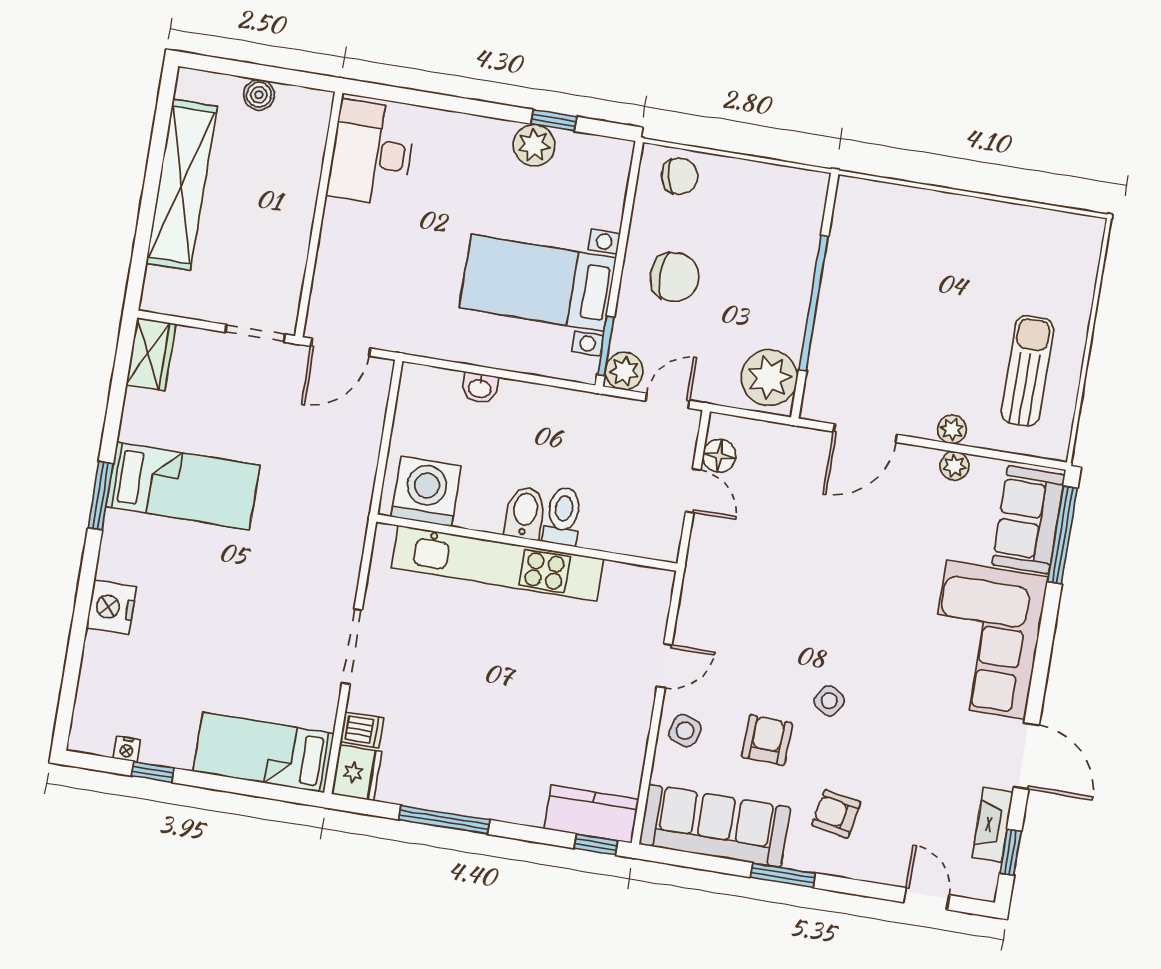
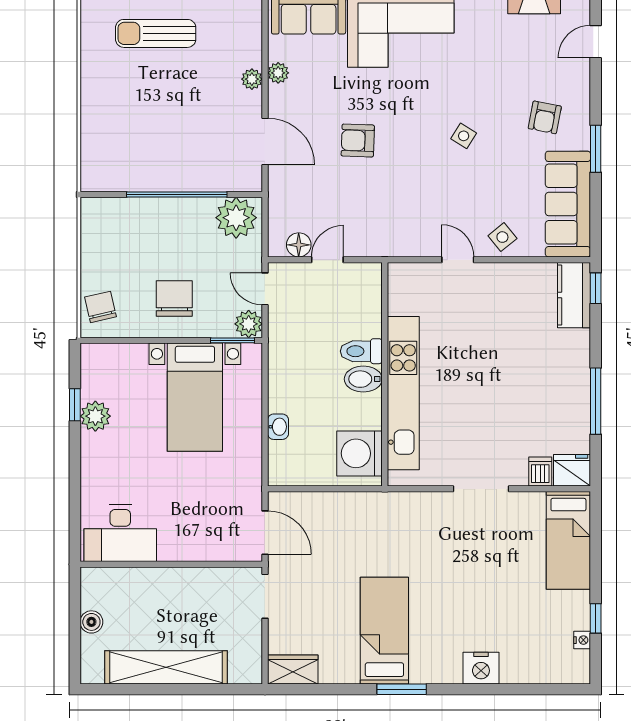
sun lounger: (1027, 371) -> (156, 33), moved
side table: (685, 731) -> (502, 237), turned 33
armchair: (767, 740) -> (358, 141), moved

